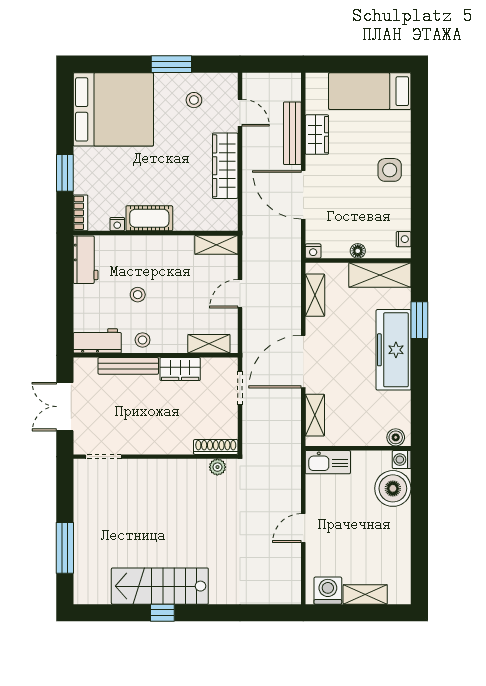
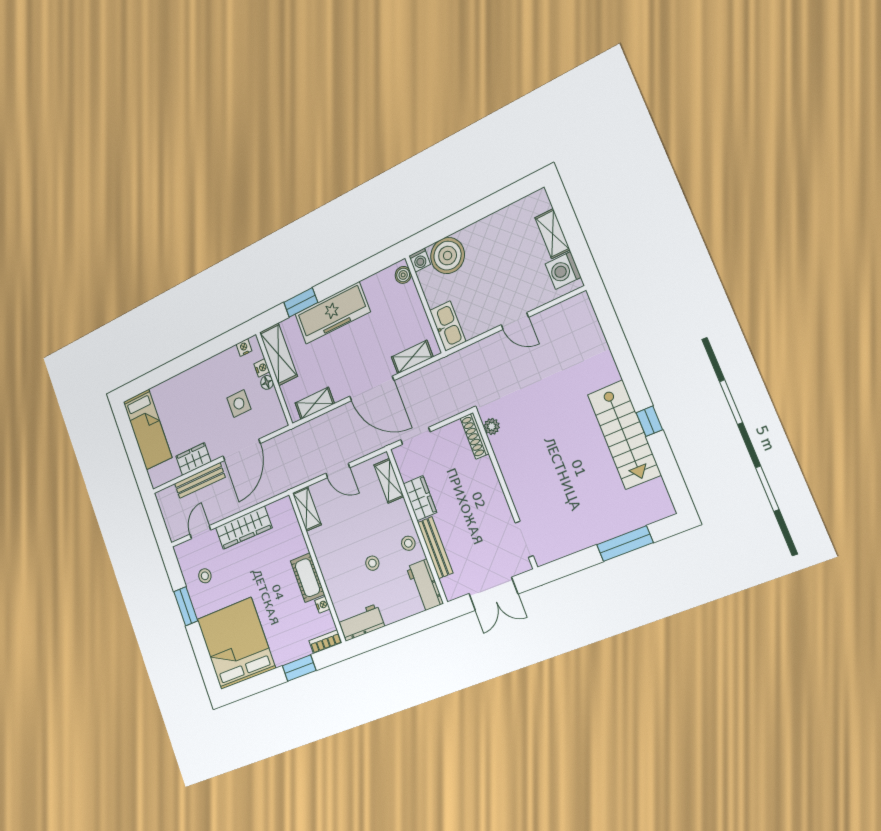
side table: (390, 170) -> (239, 403), moved
nightstand: (313, 251) -> (262, 368), moved

